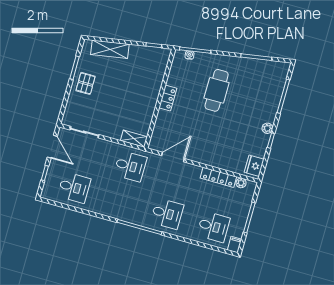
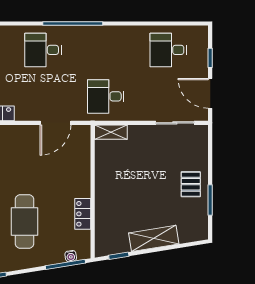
shelving: (110, 49) -> (154, 238), moved
locker: (168, 98) -> (83, 214), moved

